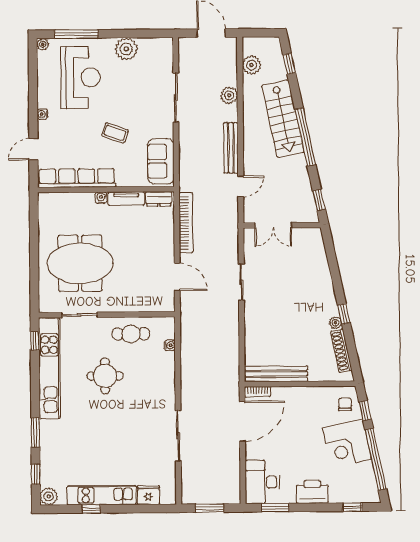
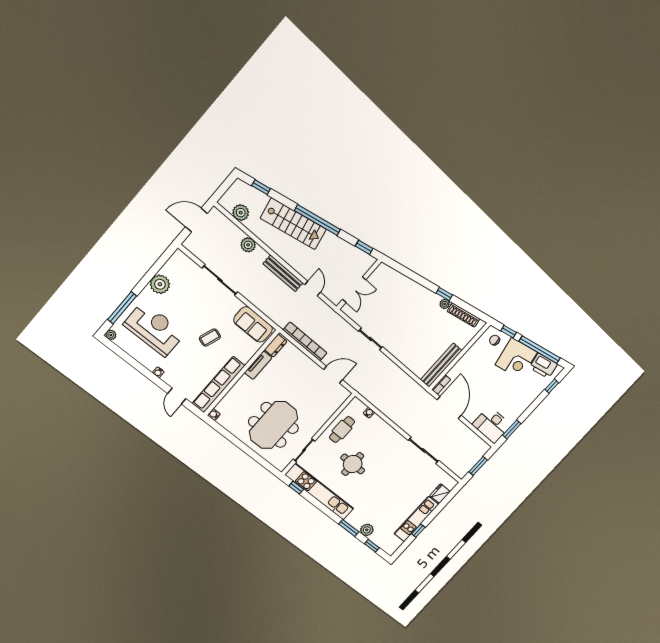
water cooler: (101, 198) -> (214, 415), moved
printer: (312, 492) -> (543, 366), moved, turned -102
plant: (49, 496) -> (367, 530), moved

